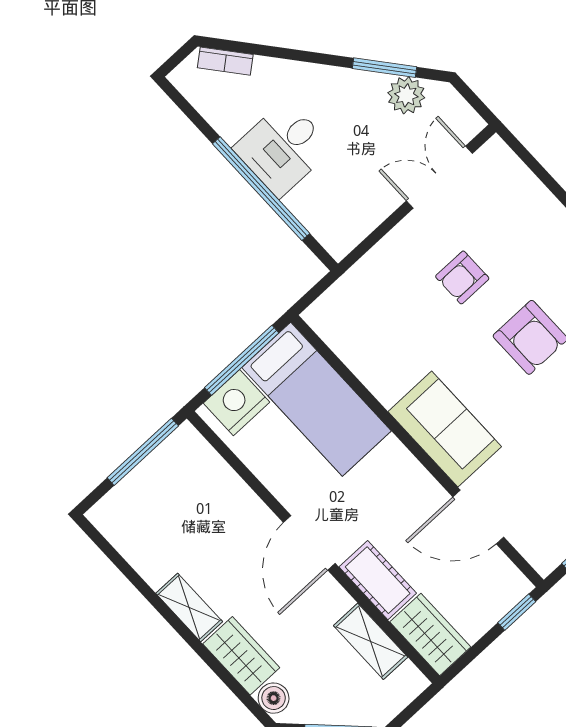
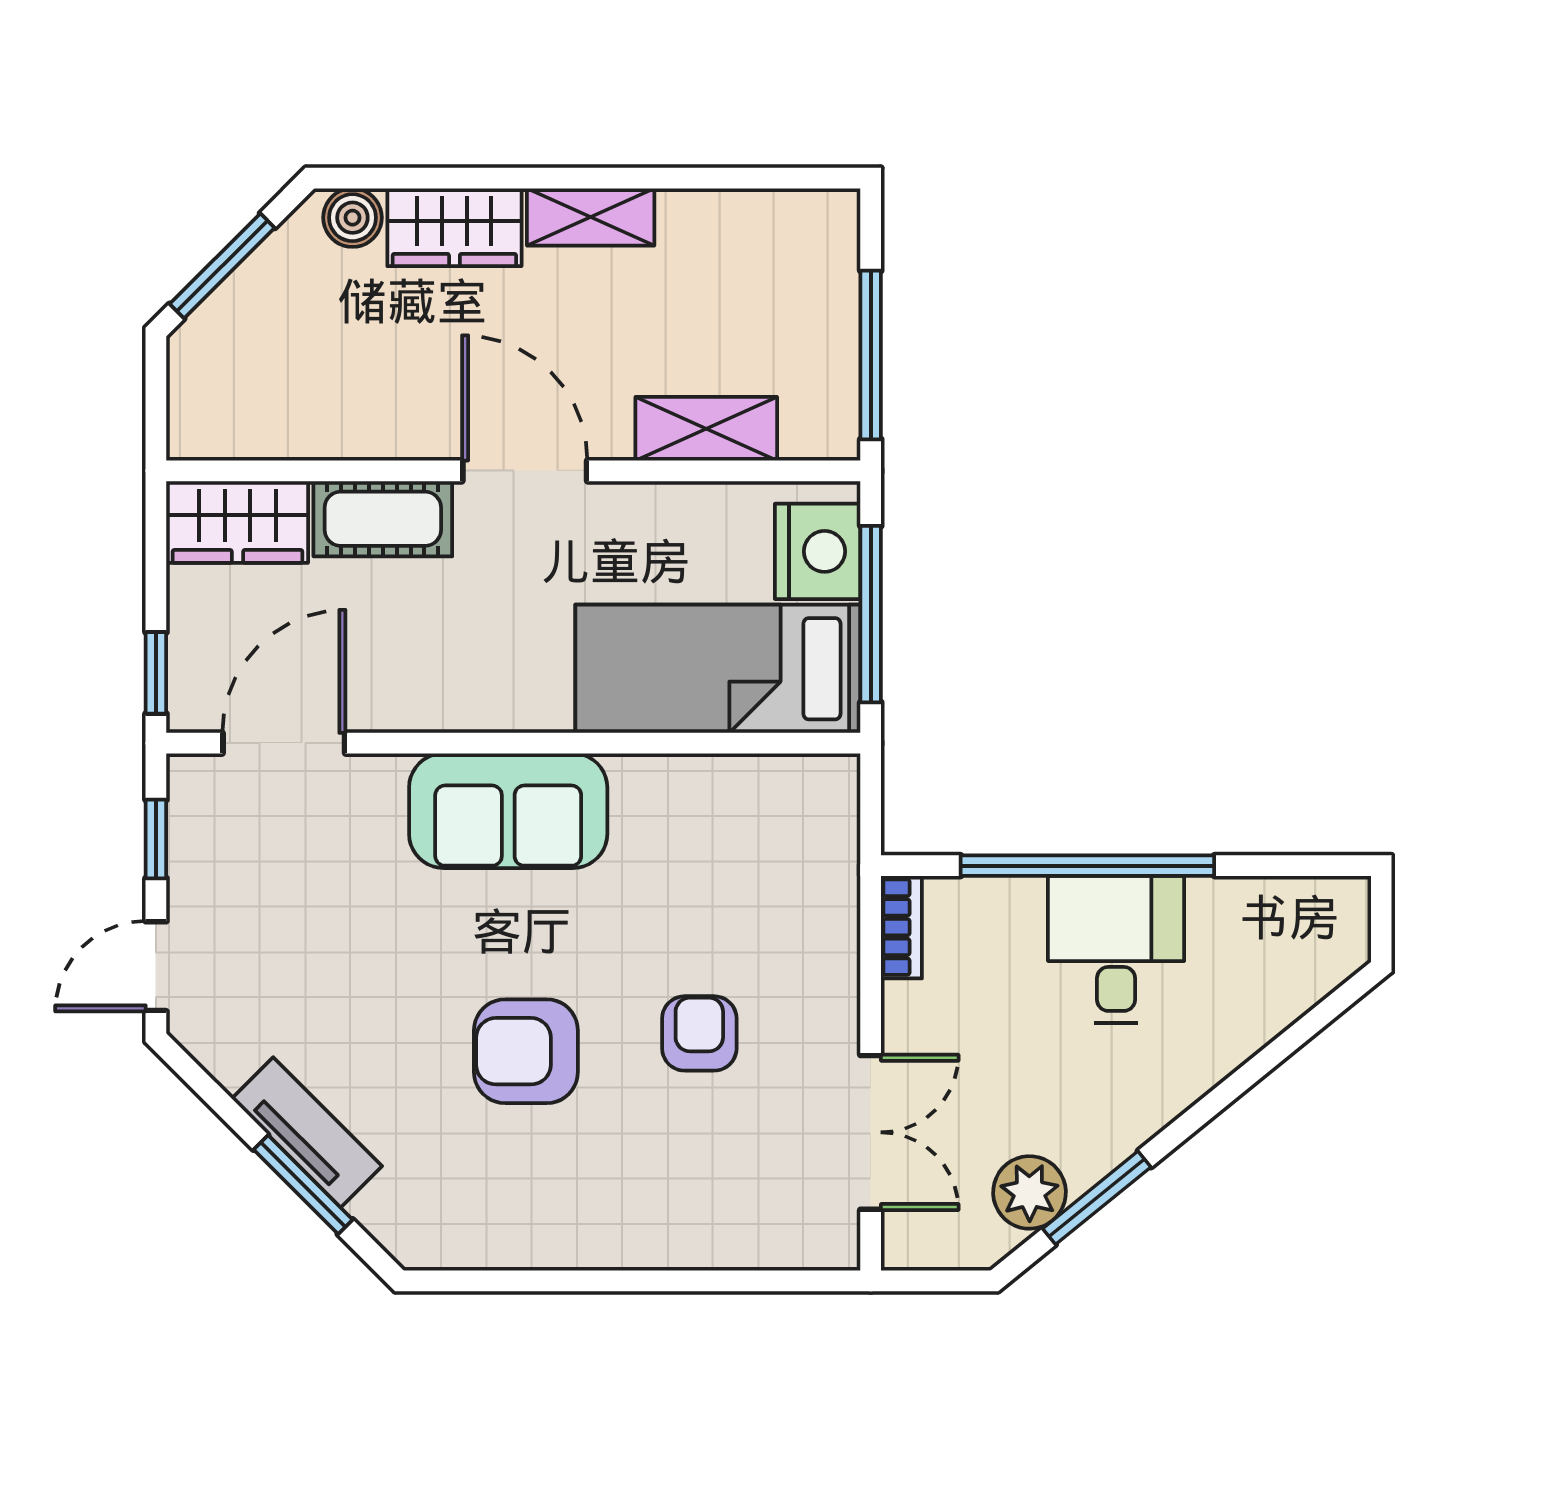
bookcase: (225, 61) -> (901, 927), moved, turned 129
door: (478, 517) -> (284, 743), moved
shelving: (371, 641) -> (706, 429), moved

